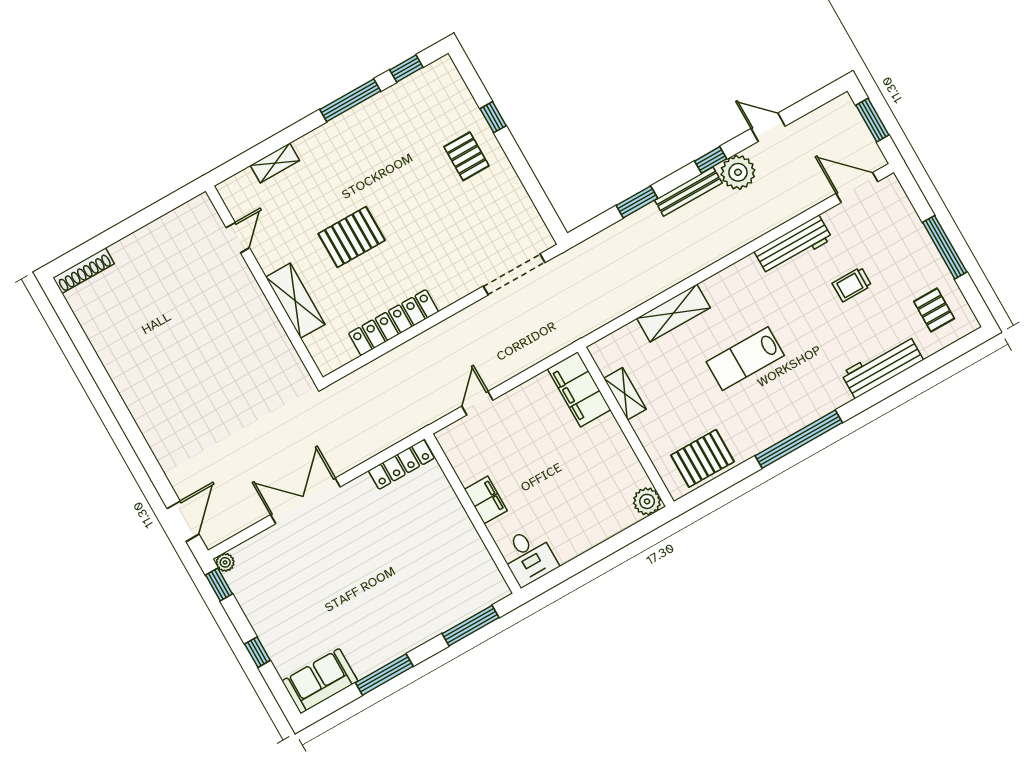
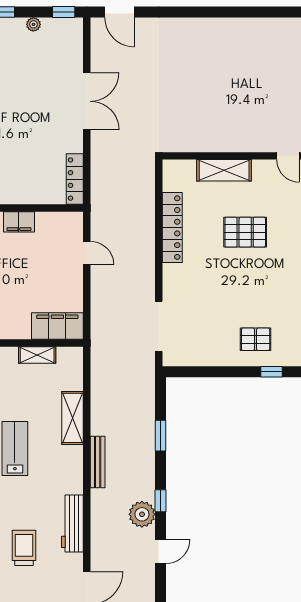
bench: (688, 192) -> (98, 462), moved
pallet: (352, 237) -> (245, 232), turned 90
trolley: (852, 284) -> (24, 548), width x1.36, depth x1.39
plant: (225, 562) -> (33, 24), moved

